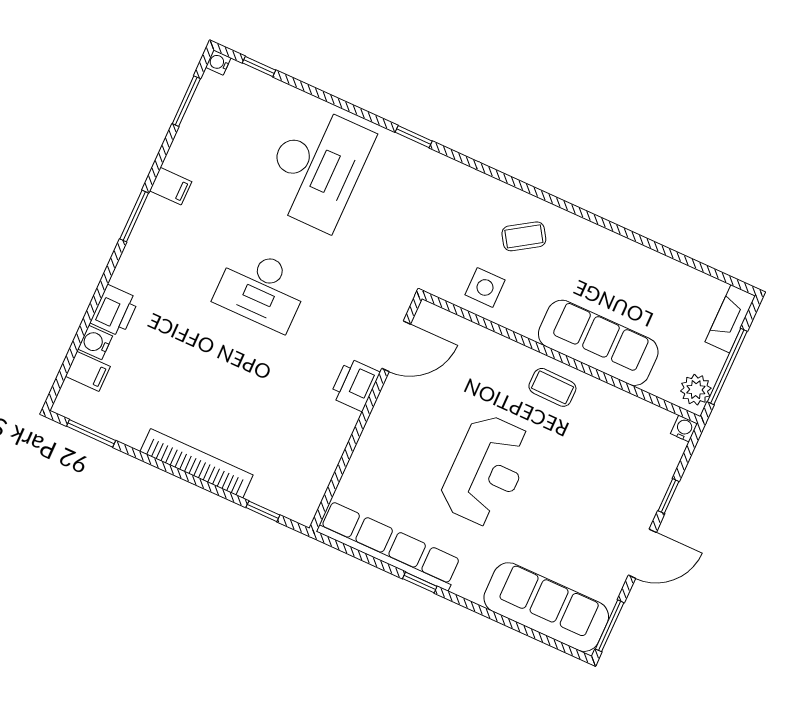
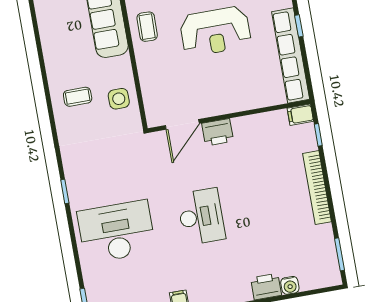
coffee table: (524, 236) -> (78, 97), turned -57
door: (396, 346) -> (182, 124), swing flipped
filing cabinet: (88, 371) -> (300, 115), moved, turned -90
reception desk: (486, 471) -> (215, 31), turned 180

